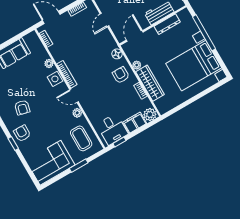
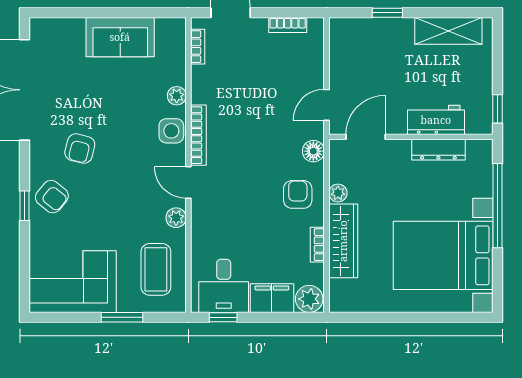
door: (104, 20) -> (327, 105), moved
armchair: (22, 133) -> (52, 197), turned 129

